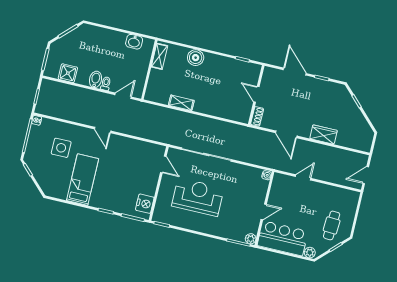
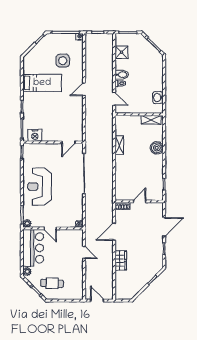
reception desk: (198, 197) -> (40, 187), moved, turned 180

